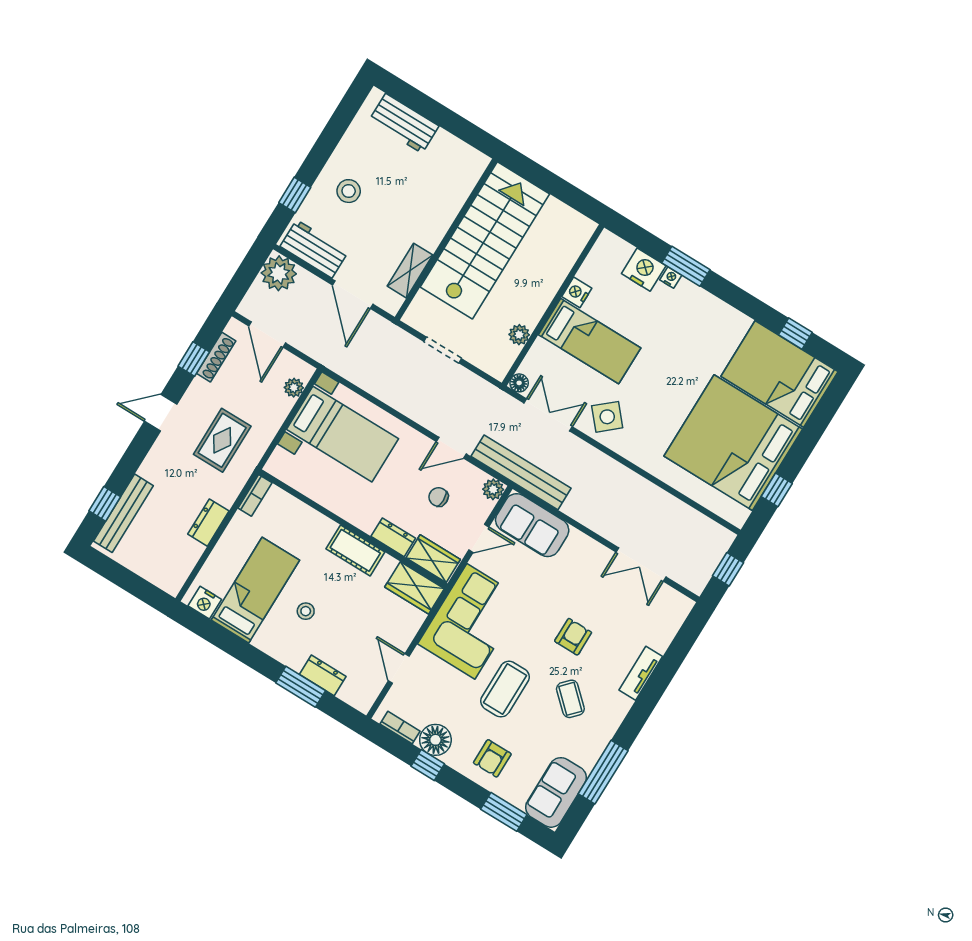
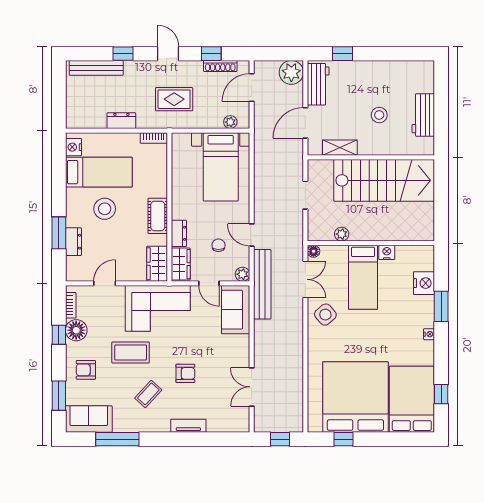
workbench: (404, 123) -> (423, 115), moved
stool: (349, 191) -> (379, 115), moved
nightstand: (671, 278) -> (429, 334), moved
window: (105, 504) -> (123, 54), moved
stool: (306, 611) -> (105, 209), width x1.89, depth x1.89

